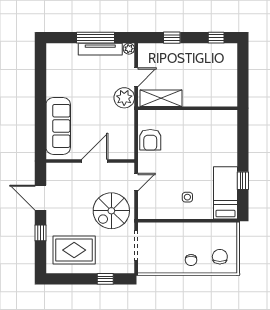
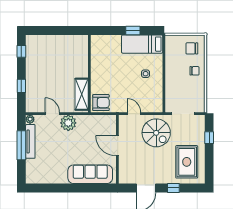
shelving: (161, 98) -> (82, 94), moved
wall: (188, 108) -> (89, 74), moved

